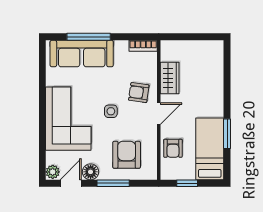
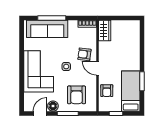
wardrobe: (170, 78) -> (105, 30), moved
door: (159, 114) -> (98, 68), swing flipped
armchair: (127, 155) -> (76, 95), turned 180
plant: (53, 172) -> (28, 106), removed

